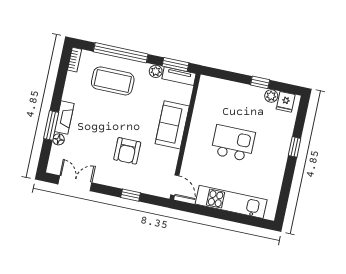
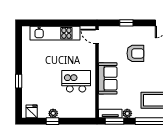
plant: (271, 96) -> (53, 113), moved
kitchen island: (233, 143) -> (76, 81), moved, turned 180
armchair: (127, 151) -> (135, 53), turned 90

